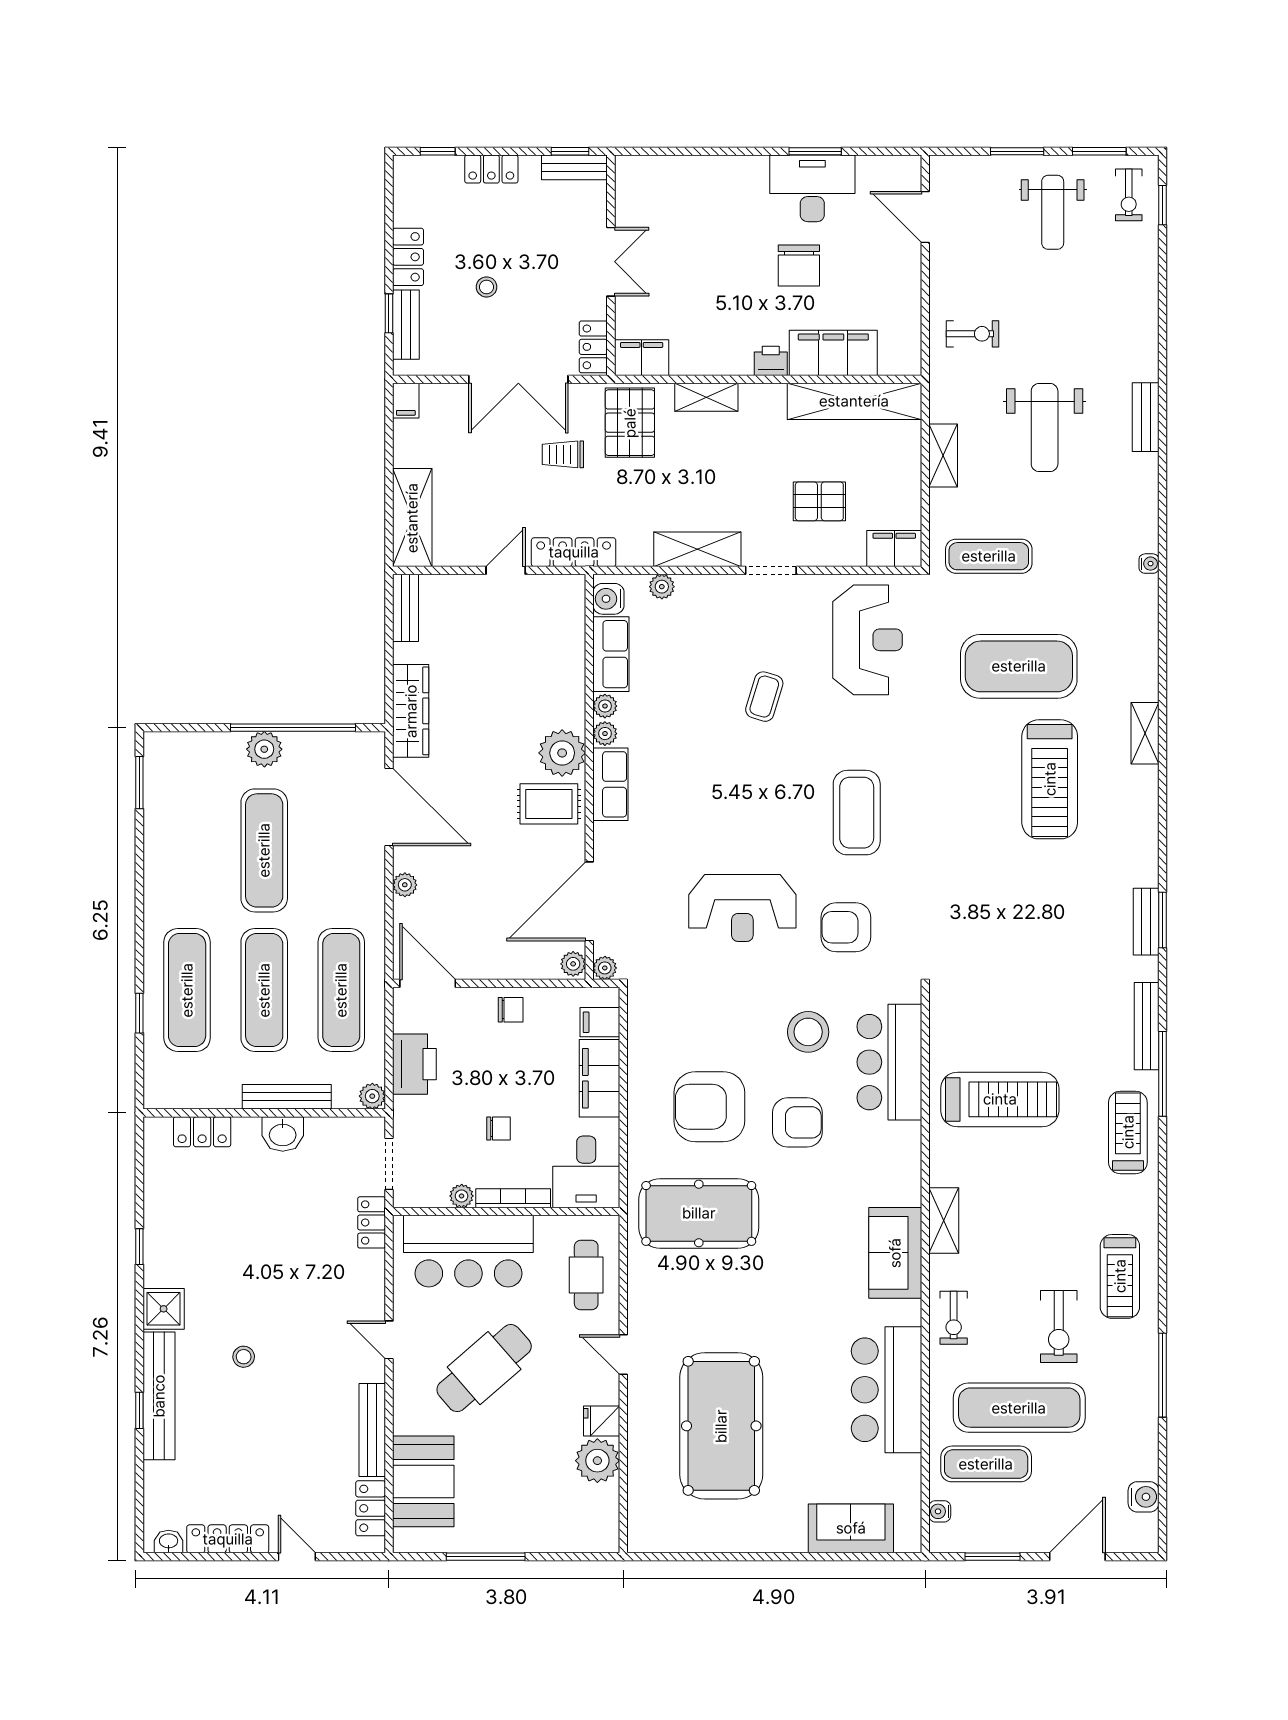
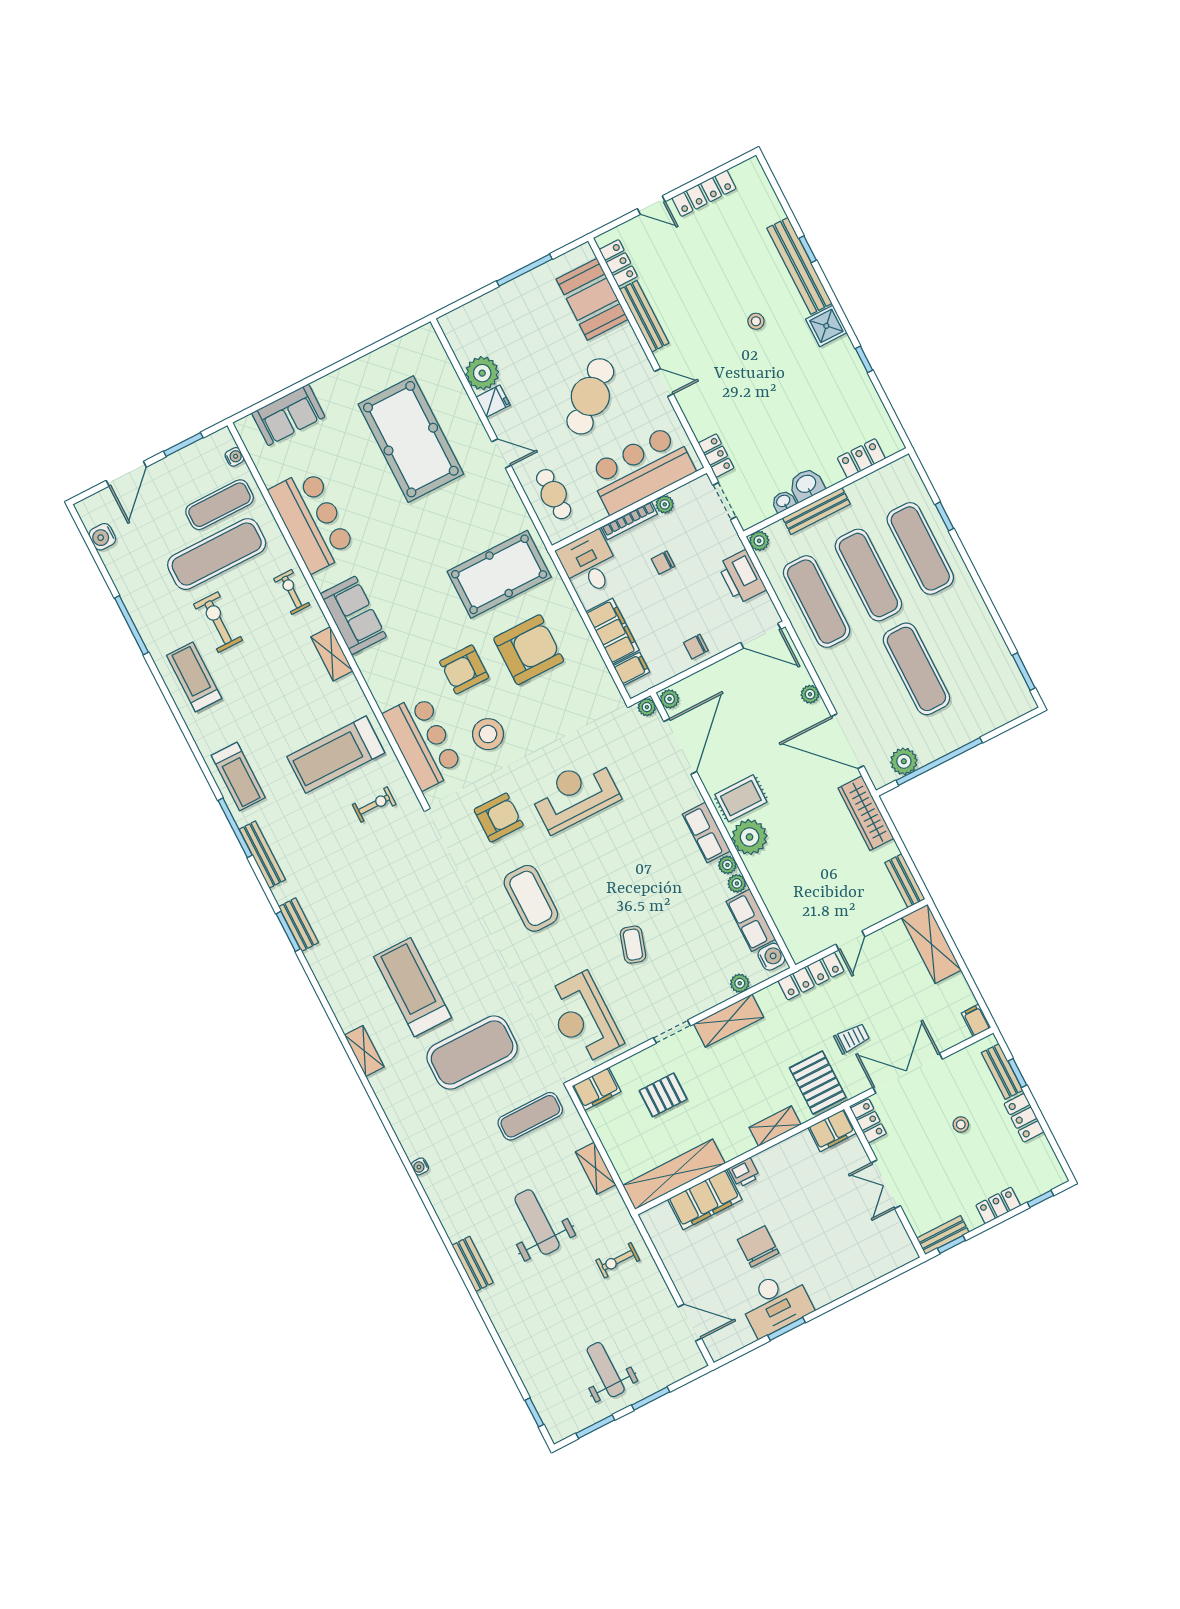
exercise bike: (1129, 195) -> (374, 805), moved, turned 90
plant: (264, 749) -> (904, 761), moved
washbasin: (169, 1542) -> (783, 501), moved, turned 180

